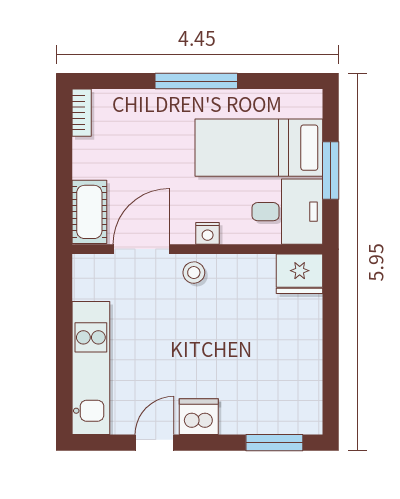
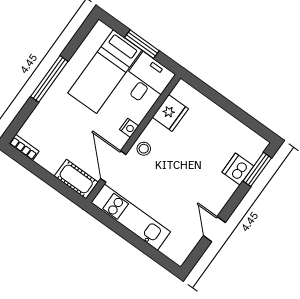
fridge: (300, 274) -> (170, 113), moved
kitchen unit: (91, 368) -> (131, 217), moved
dishwasher: (199, 417) -> (238, 169), moved

